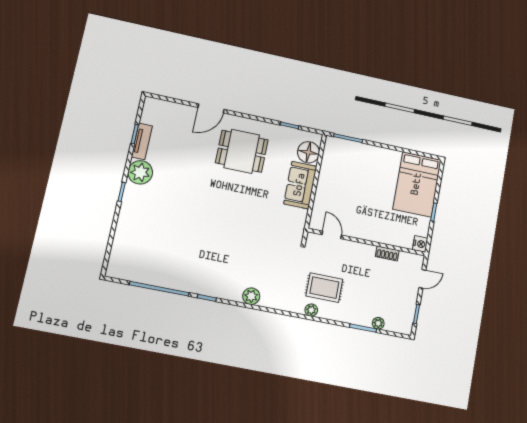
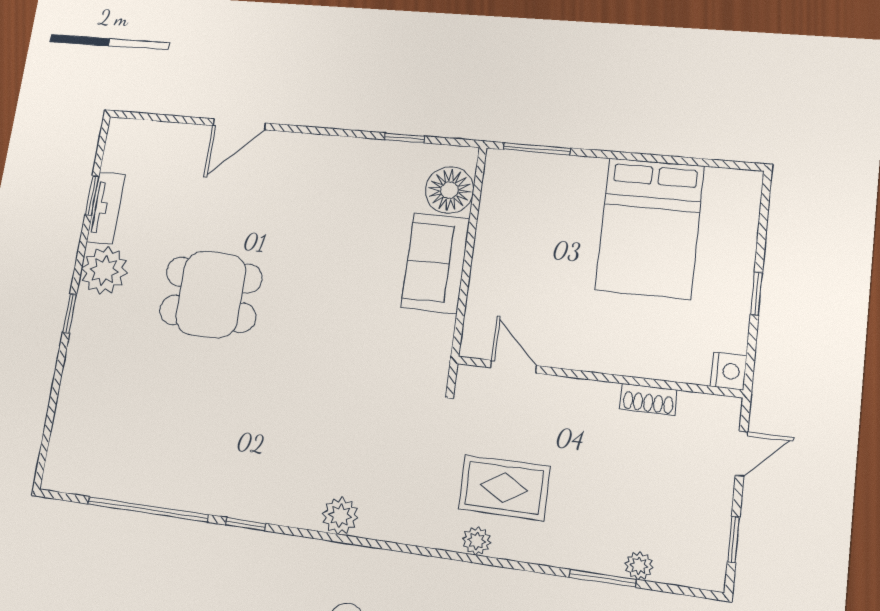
dining table: (242, 151) -> (211, 294), moved
bed: (417, 184) -> (650, 228), moved

